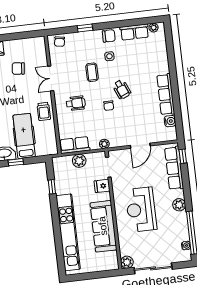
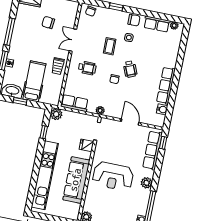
door: (140, 146) -> (130, 122), swing flipped
plant: (79, 161) -> (56, 114), moved
reception desk: (141, 210) -> (113, 176), turned -90

